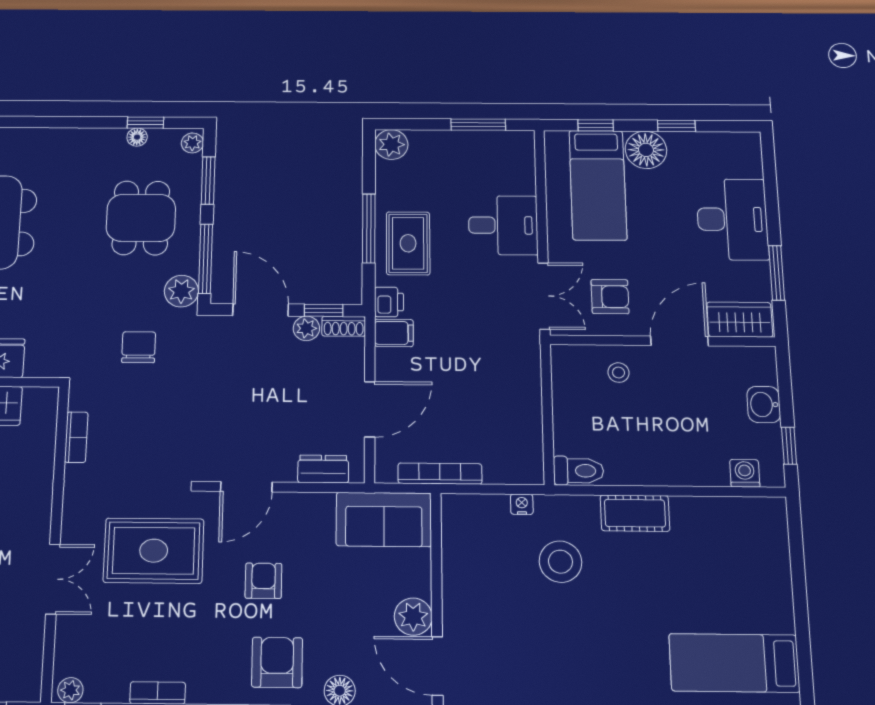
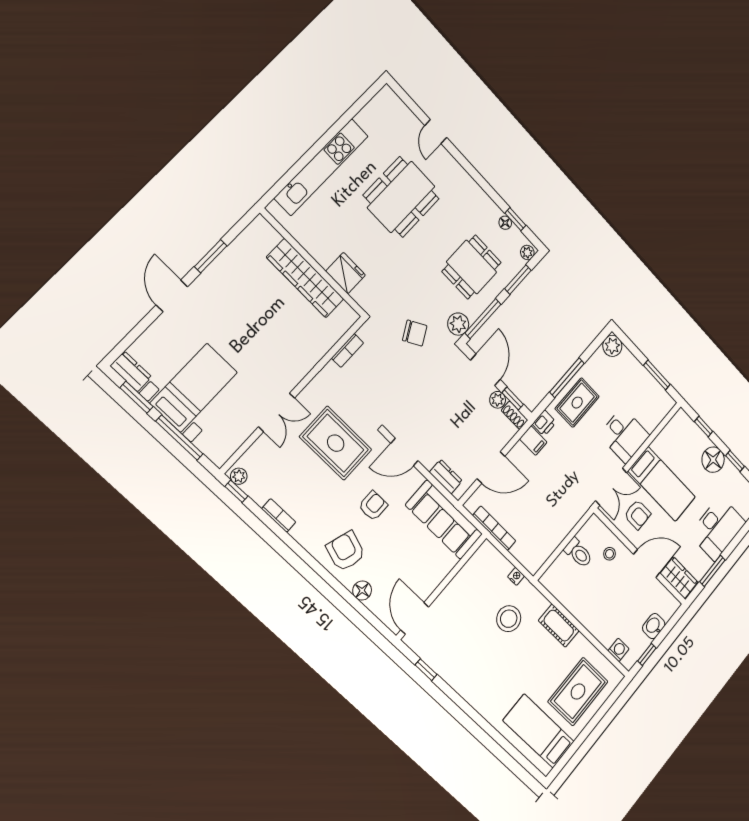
bed: (598, 185) -> (662, 484), moved, turned -90
chair: (139, 347) -> (415, 333), turned 61
toilet: (579, 471) -> (578, 553), moved
sofa: (384, 519) -> (444, 520), width x1.36
rug: (740, 570) -> (578, 692), added
plant: (413, 617) -> (424, 585), removed
armchair: (277, 662) -> (346, 551), turned -72

